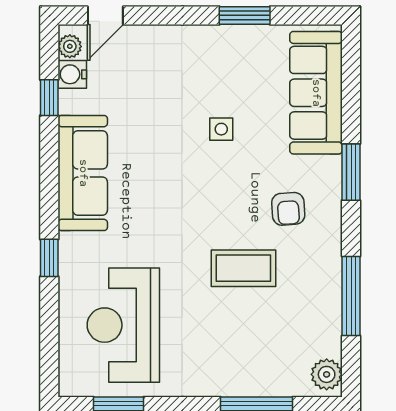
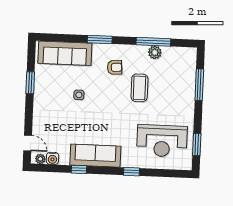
window: (49, 98) -> (79, 169), moved
plant: (327, 374) -> (155, 52), moved

